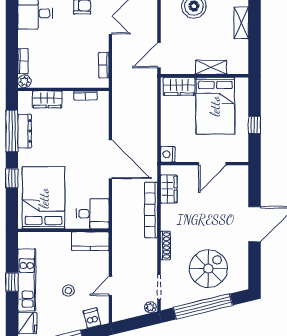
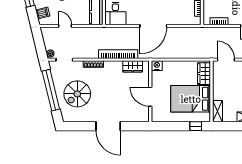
shelving: (211, 67) -> (217, 111), moved
window: (255, 125) -> (196, 126), moved
spiral stairs: (208, 269) -> (77, 94), turned 90

